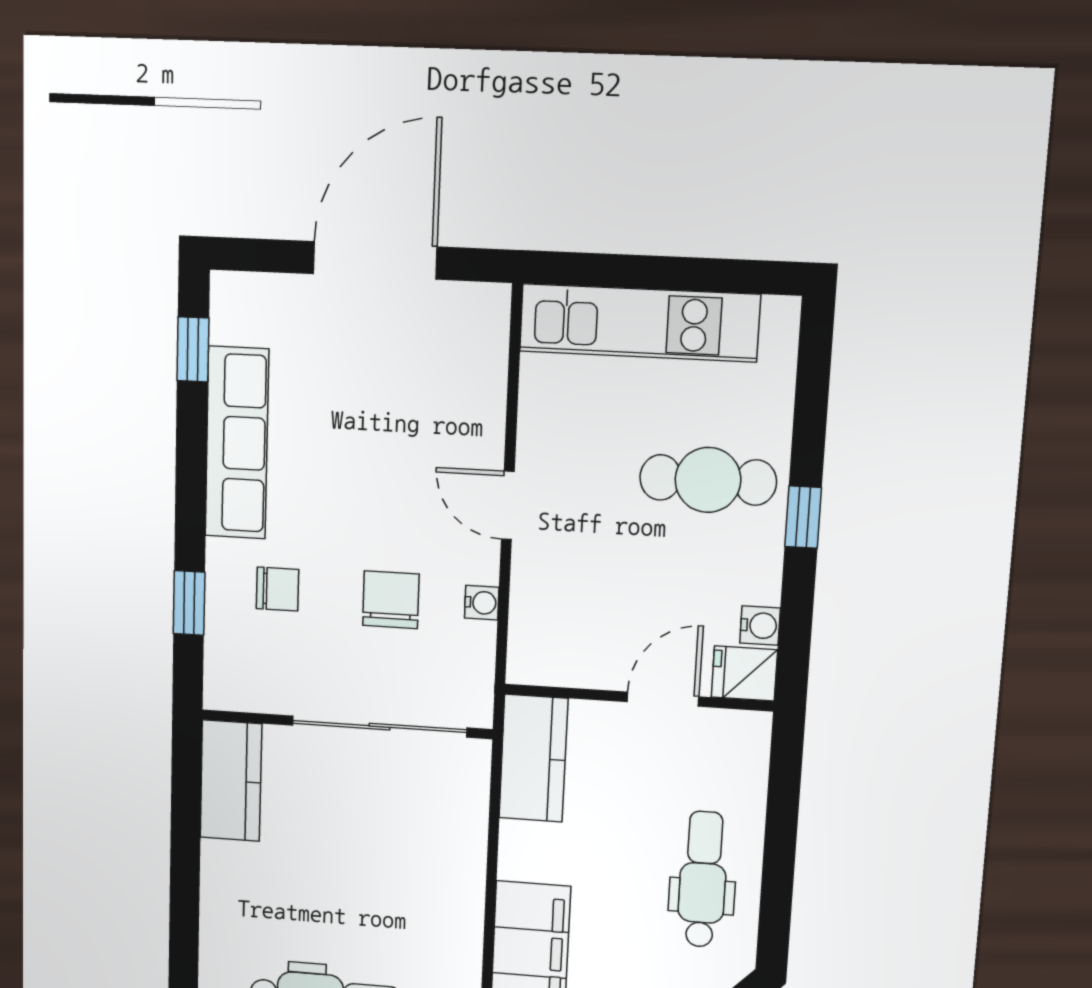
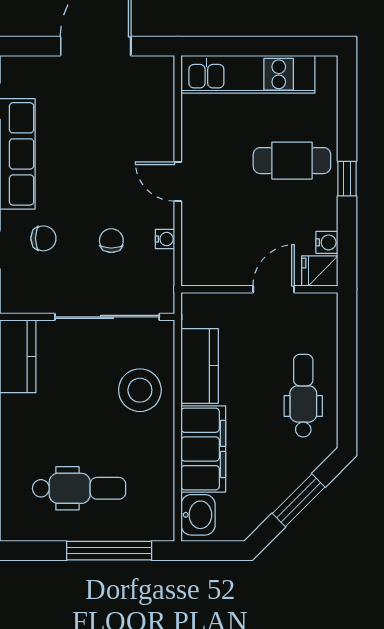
chair: (391, 600) -> (111, 241), width x0.73, depth x0.73
kitchen counter: (533, 758) -> (200, 366), moved
stool: (430, 850) -> (140, 390), added

